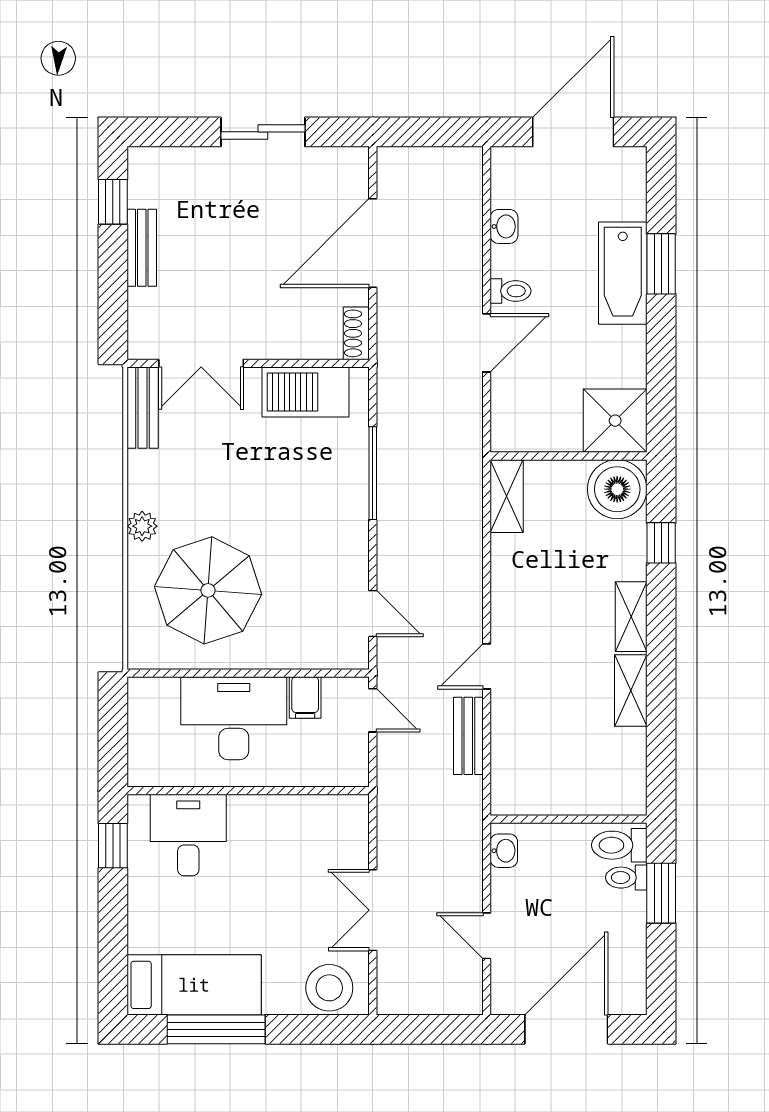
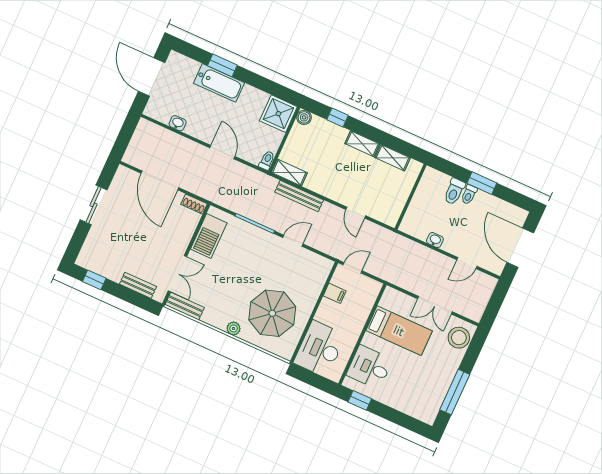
bench: (142, 248) -> (138, 285), moved
toilet: (511, 291) -> (267, 160), moved
boiler: (617, 489) -> (304, 117), width x0.54, depth x0.54
door: (373, 614) -> (293, 241), moved
desk: (234, 718) -> (320, 349), moved
bench: (468, 736) -> (299, 196), moved, width x1.36
wall: (569, 819) -> (411, 197), moved
bed: (194, 985) -> (399, 331), moved, turned 90

